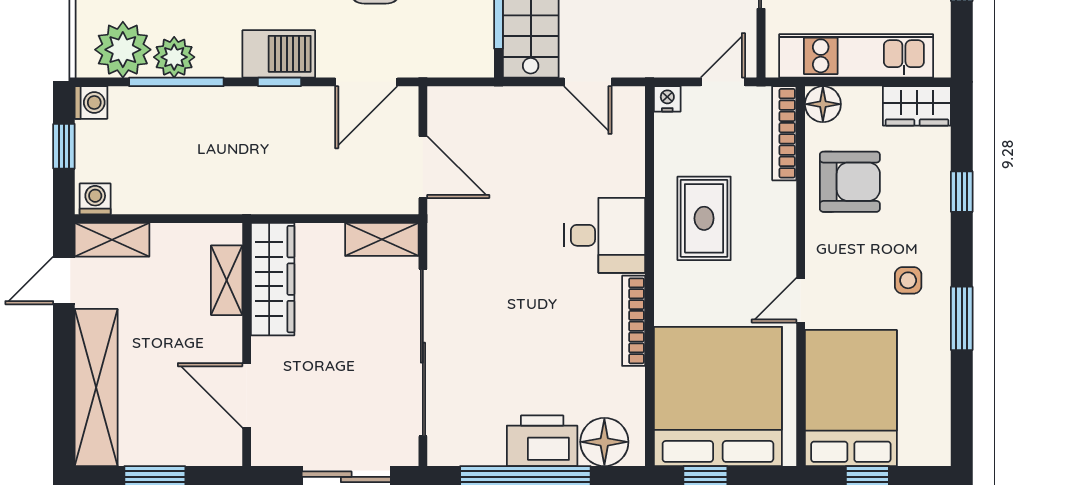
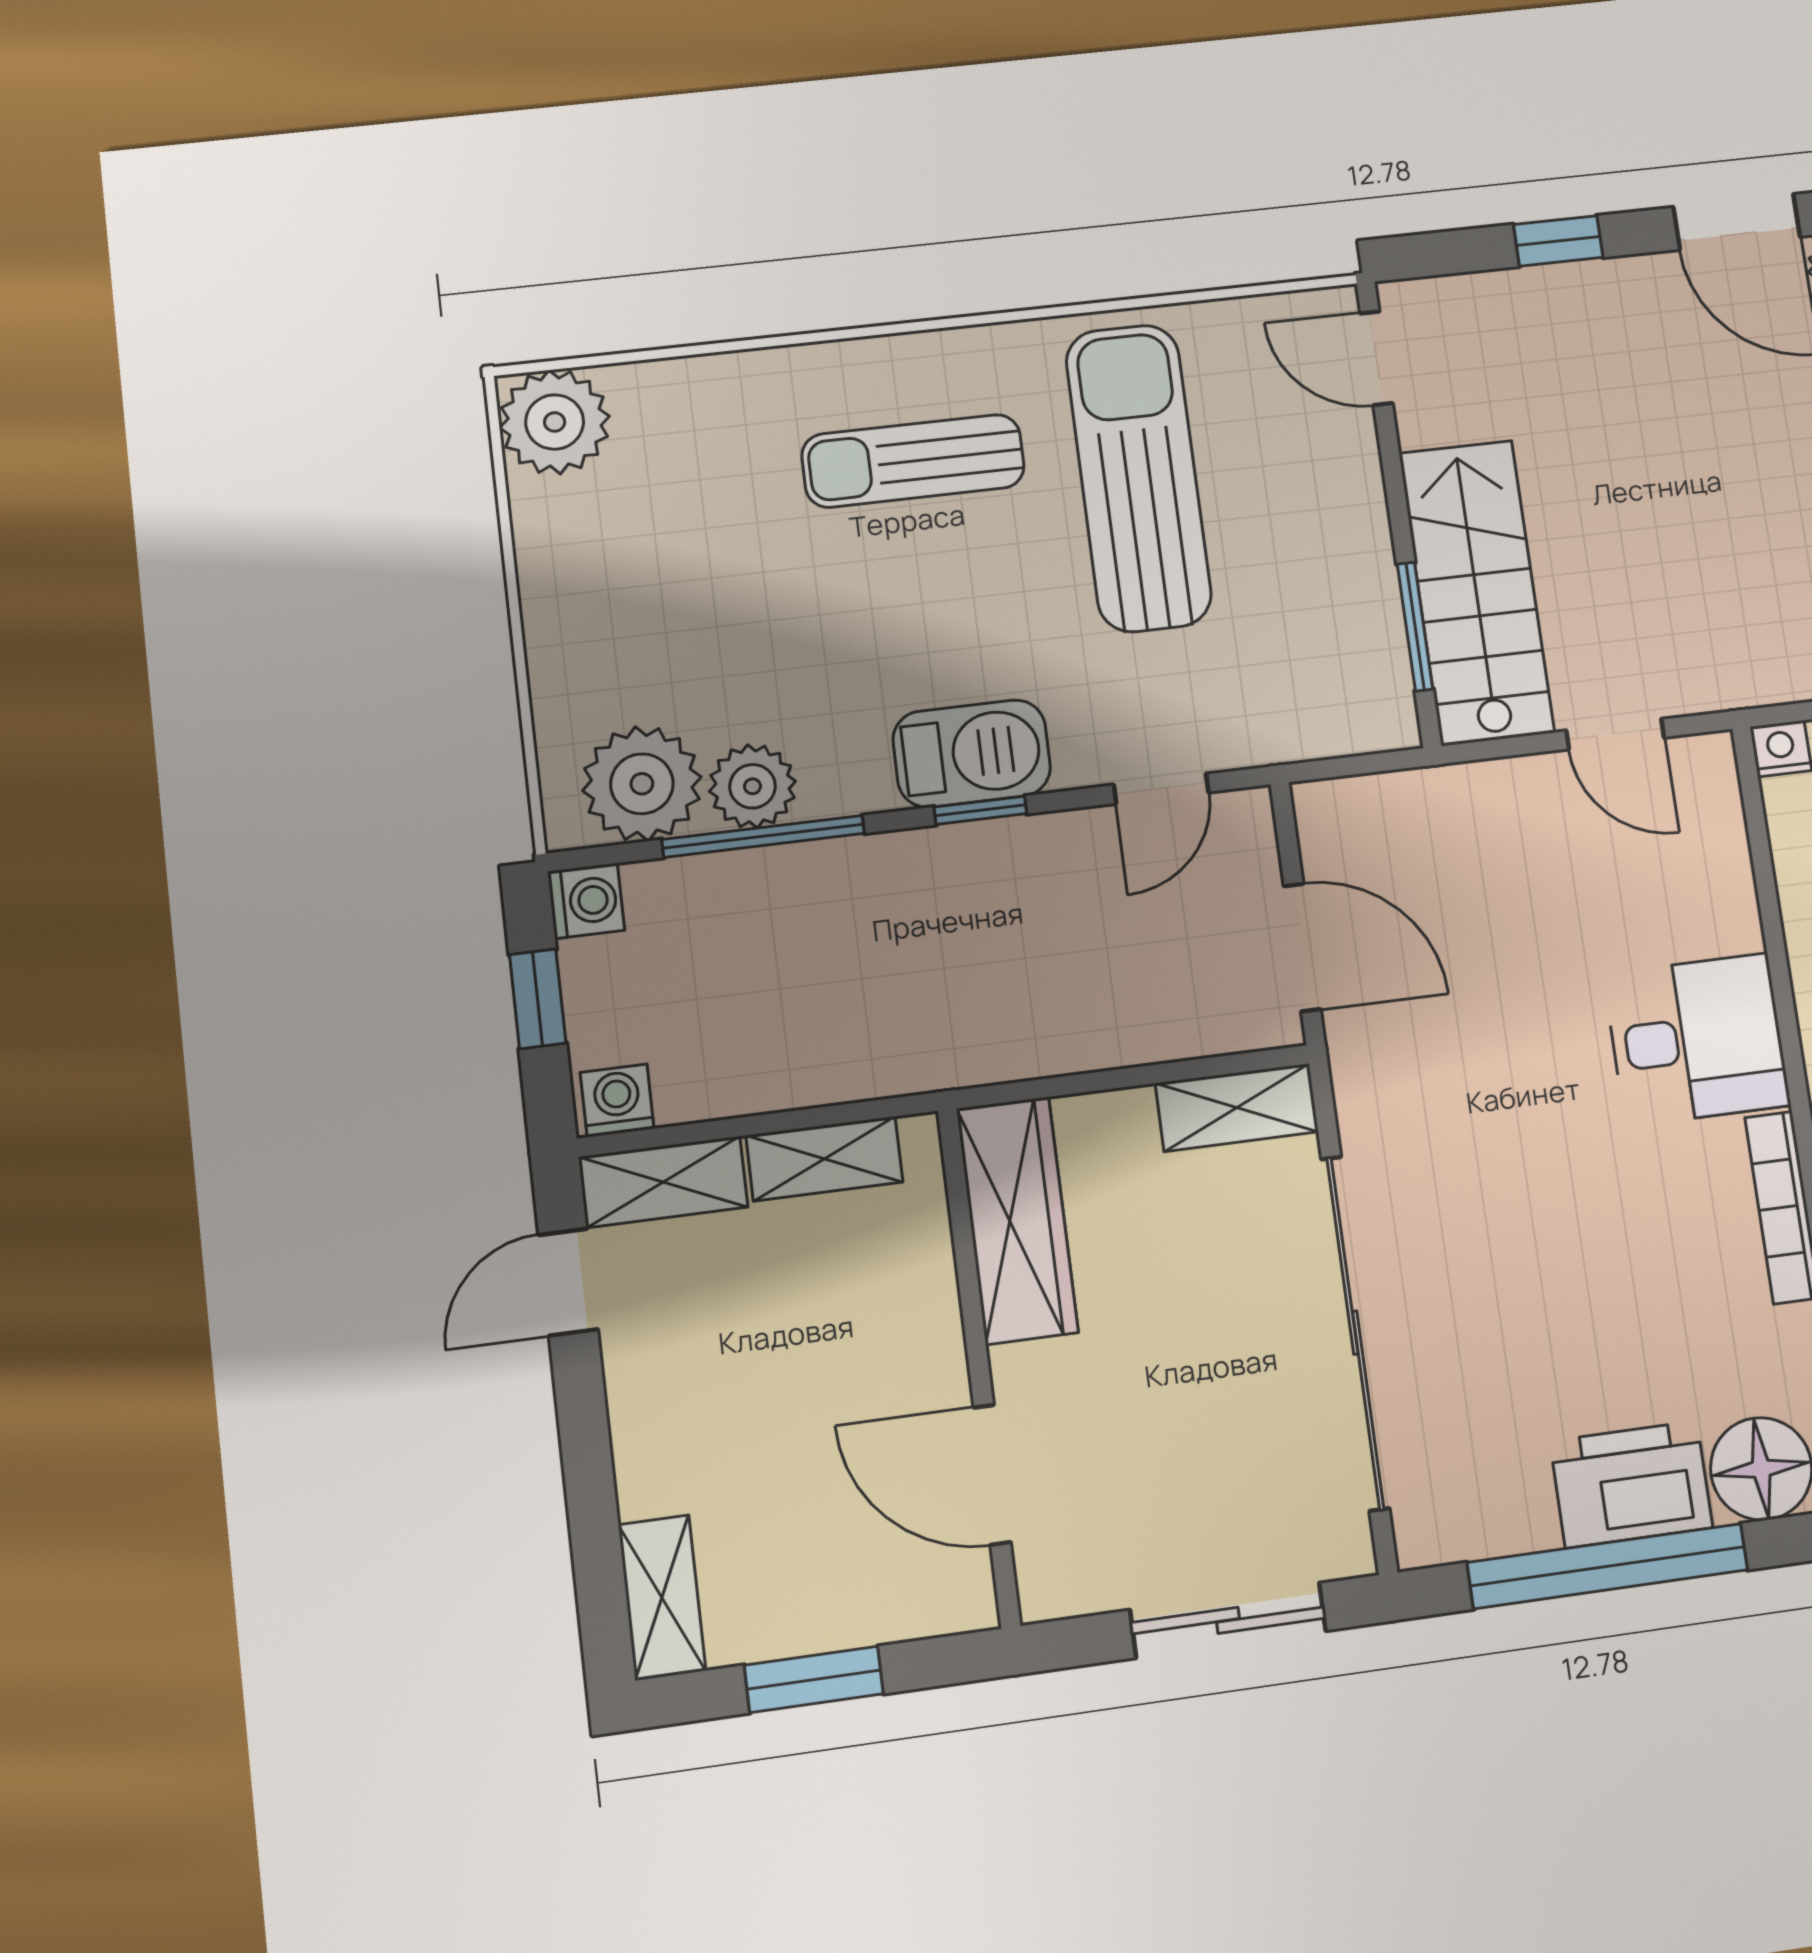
door: (366, 82) -> (1161, 789), width x0.73
shelving: (227, 280) -> (824, 1159), moved, turned 90
shelving: (96, 387) -> (662, 1598), width x0.45, depth x0.75

